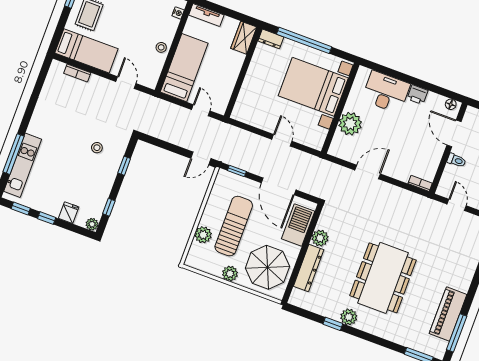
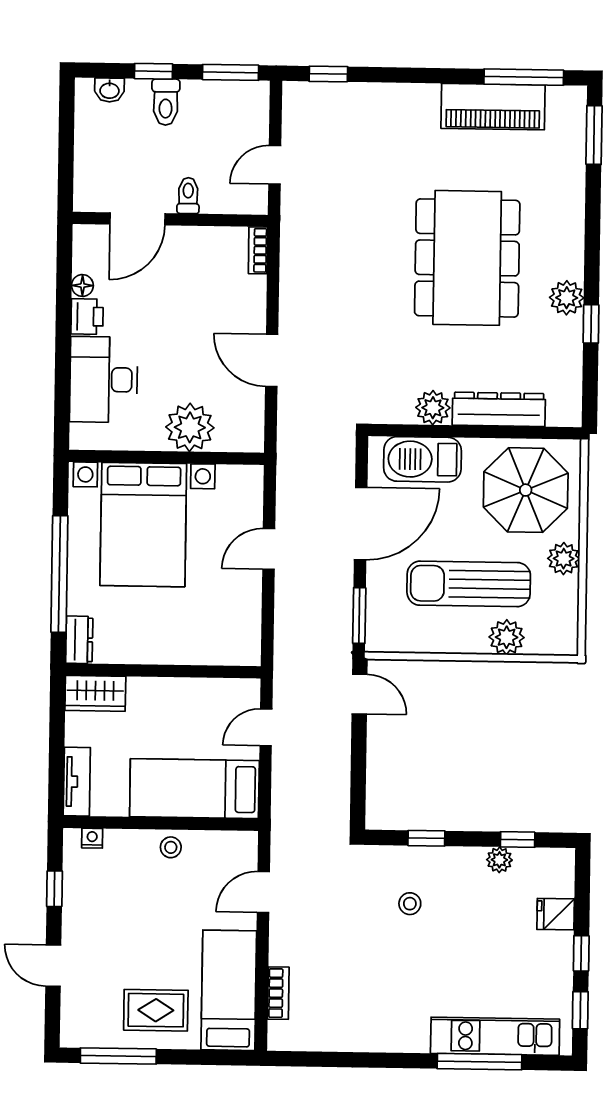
floor lamp: (451, 104) -> (82, 286), moved
window: (237, 171) -> (359, 616), width x1.50
plant: (92, 224) -> (499, 860), moved
dining table: (383, 278) -> (467, 258), turned 90

